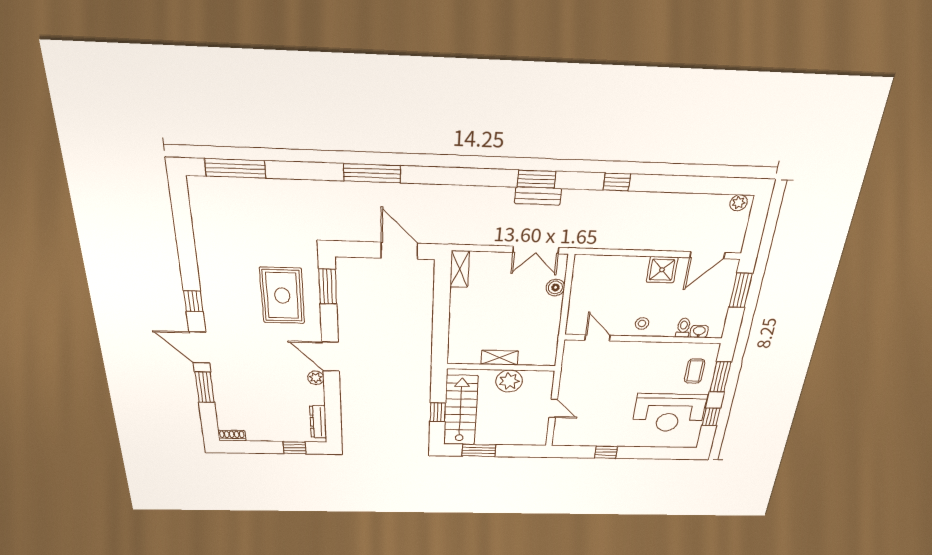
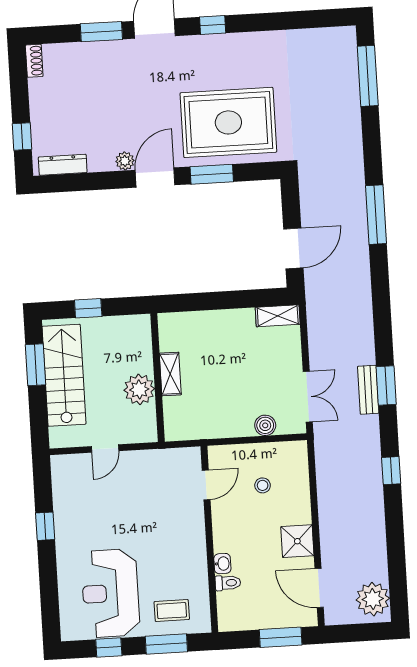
plant: (739, 203) -> (373, 599), width x1.87, depth x1.87
double door: (536, 250) -> (308, 397), swing flipped
window: (328, 287) -> (212, 174), moved
rug: (282, 296) -> (228, 122), width x1.37, depth x1.44
stool: (642, 323) -> (263, 485), moved
washbasin: (699, 331) -> (222, 564), moved
stairs: (461, 410) -> (64, 375), moved, turned -90

